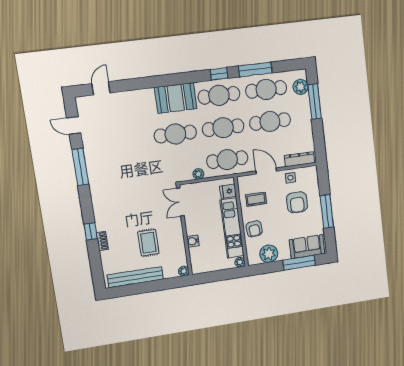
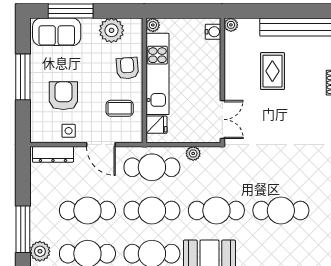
cafe table: (127, 140) -> (281, 210), added
water cooler: (193, 241) -> (213, 32), moved

